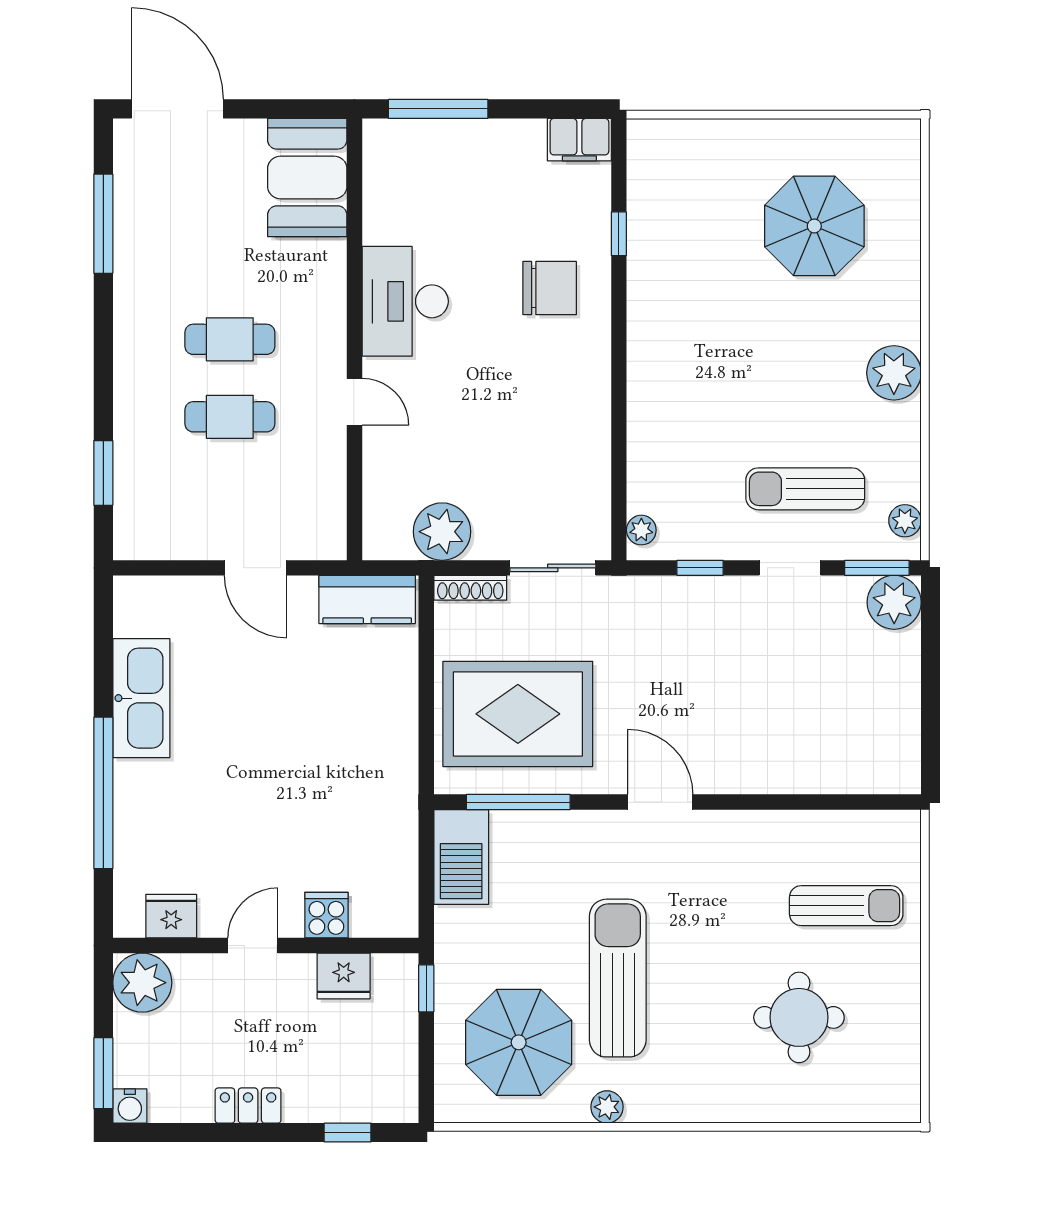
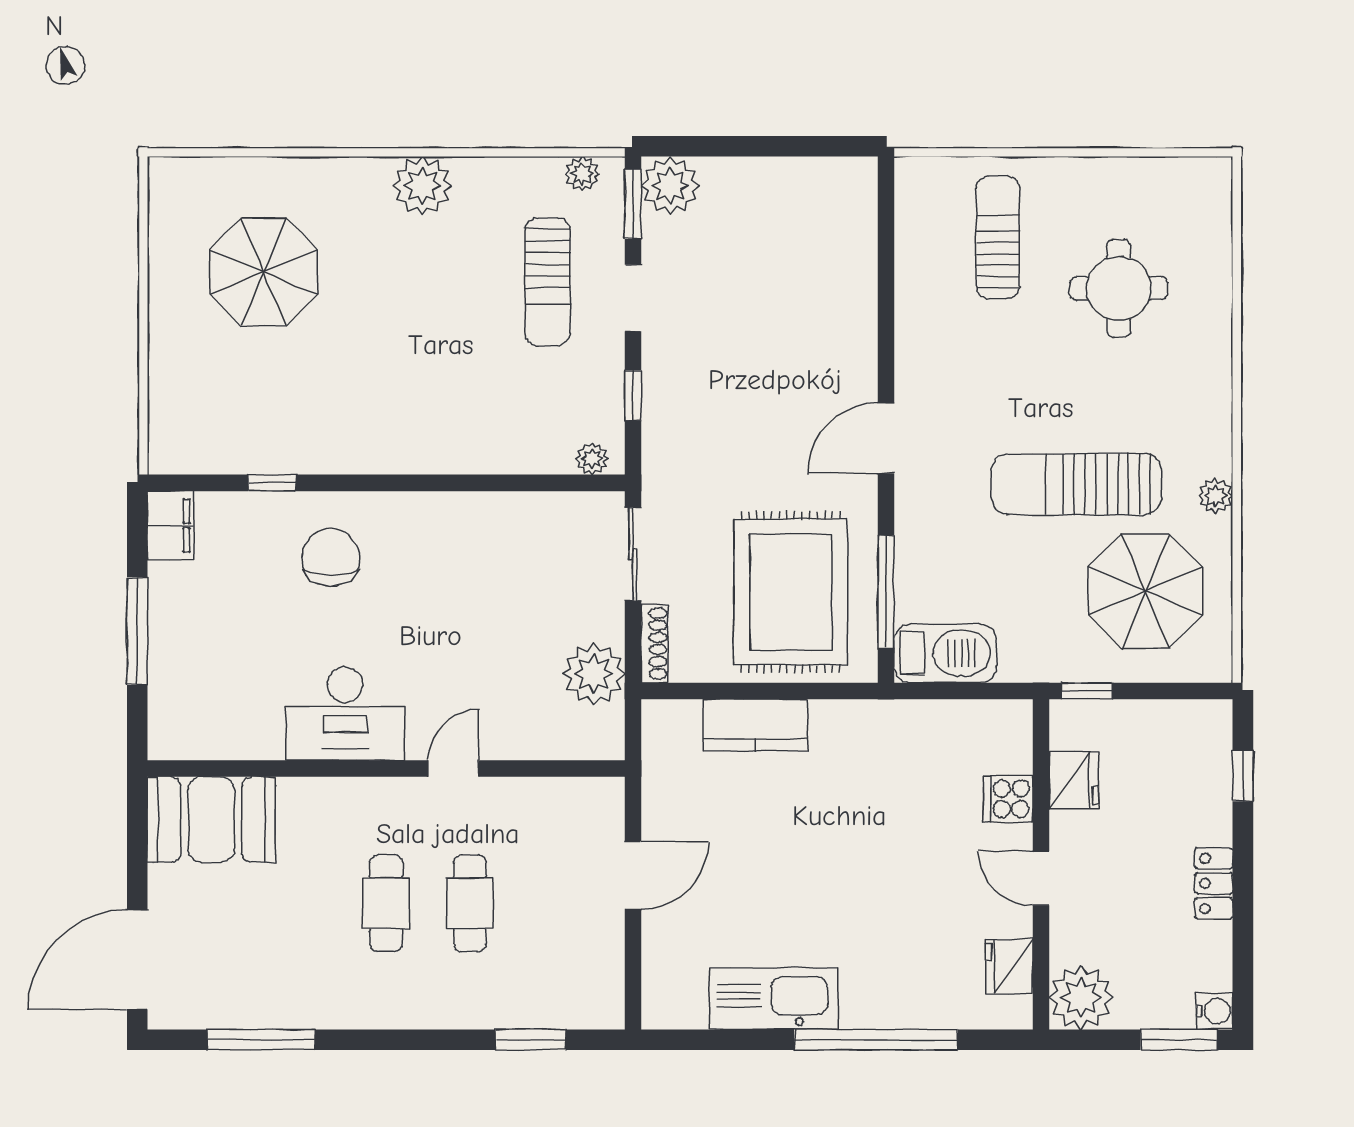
window: (438, 109) -> (137, 631), moved
kitchen counter: (367, 599) -> (755, 725), moved, turned 90

